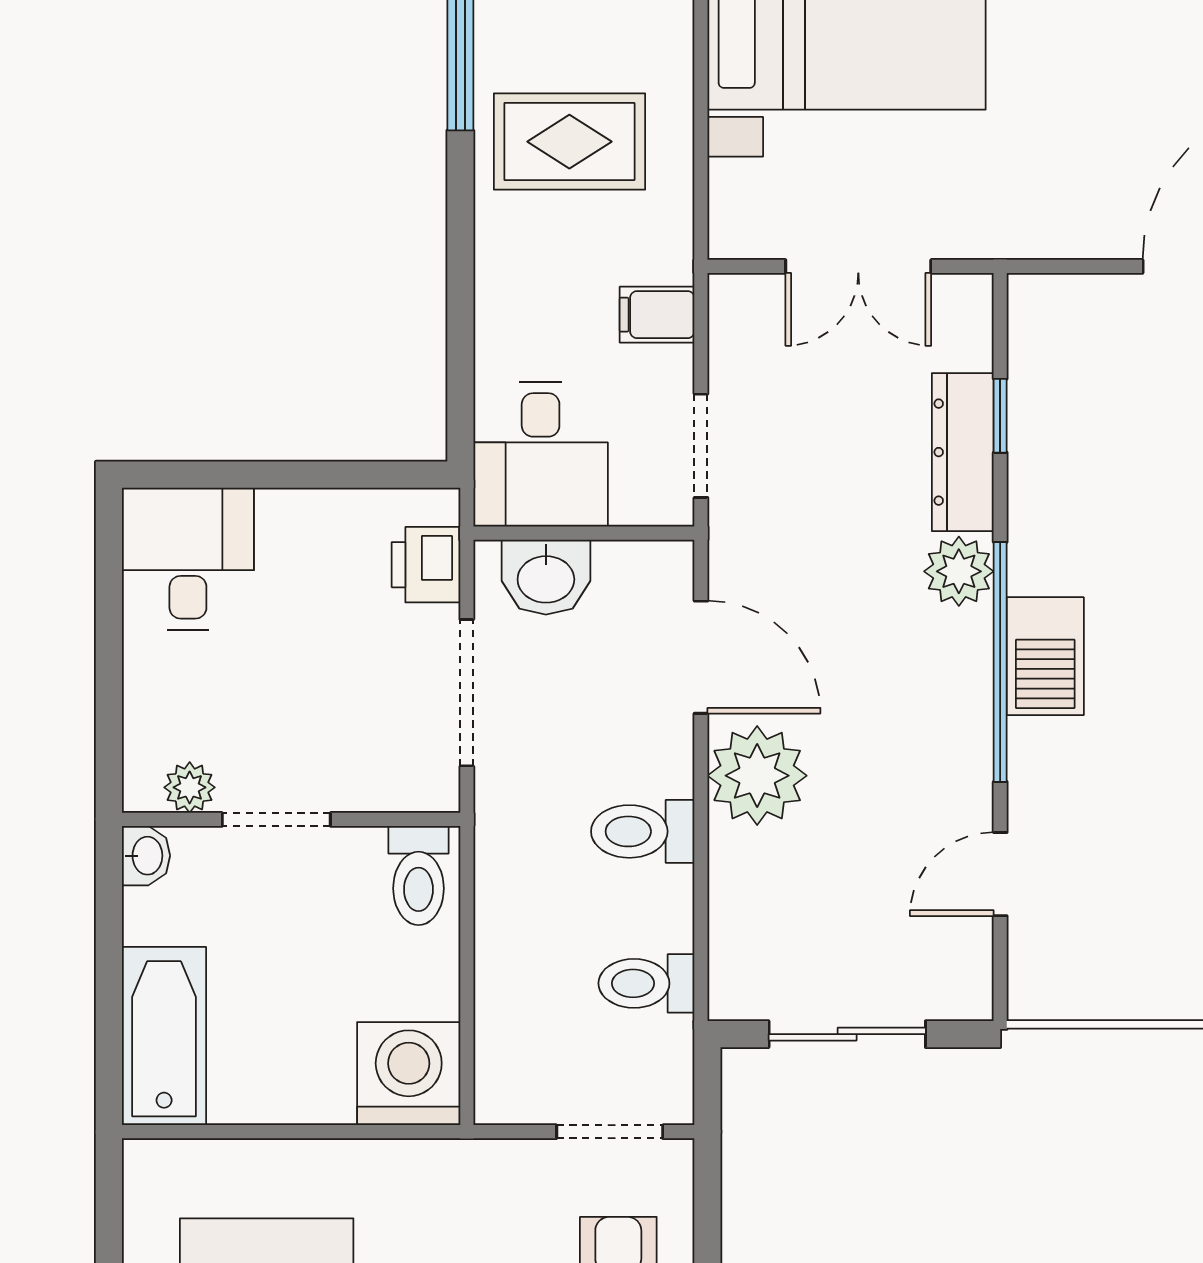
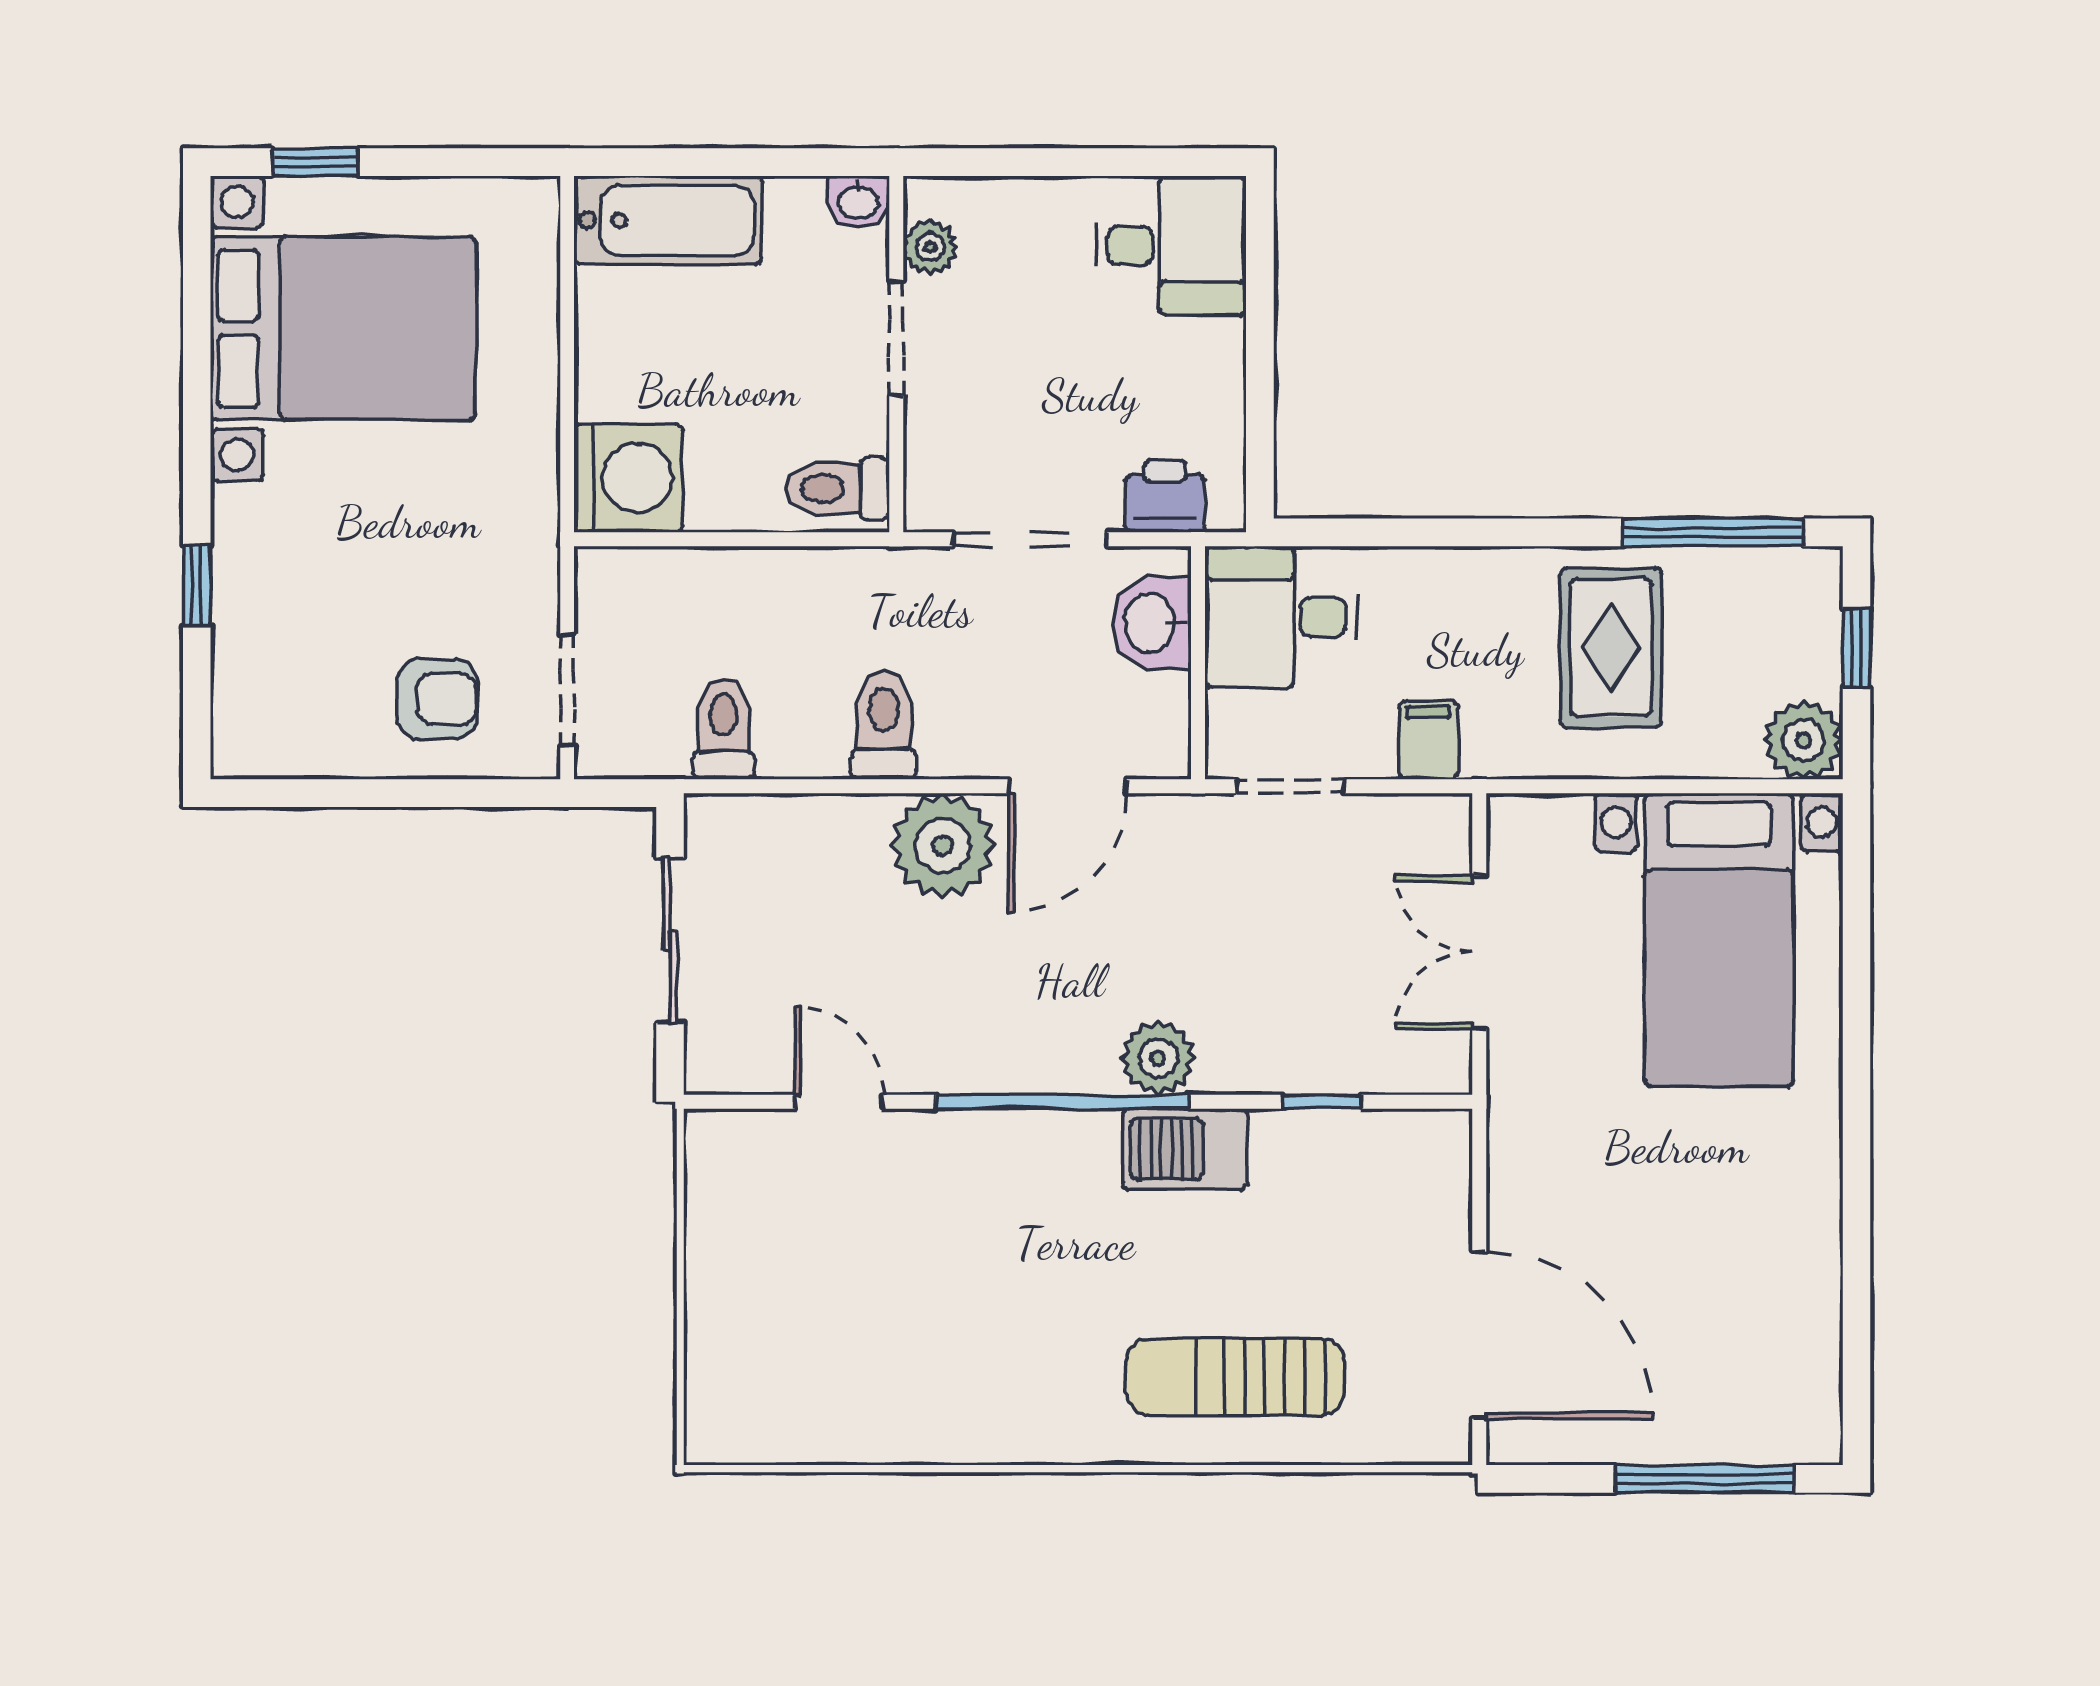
dresser: (963, 452) -> (1284, 1062), removed
barbecue: (1045, 656) -> (1185, 1149), moved

